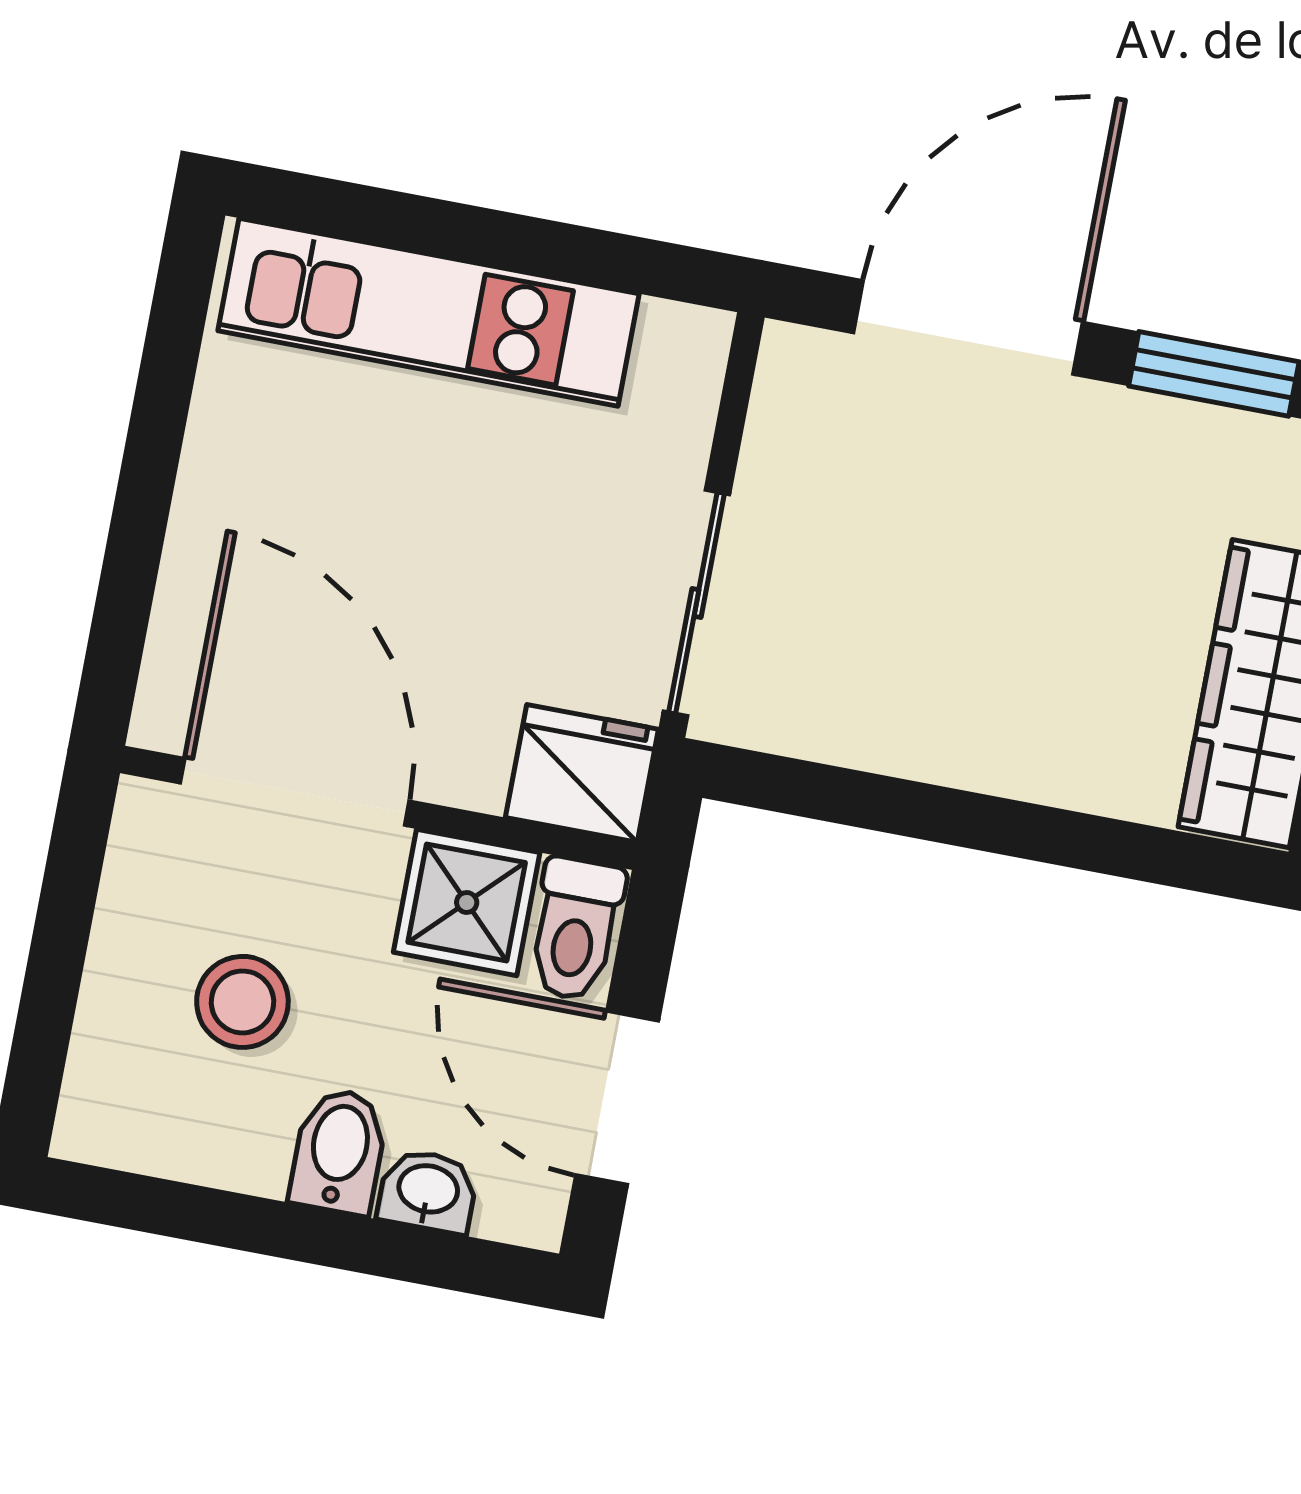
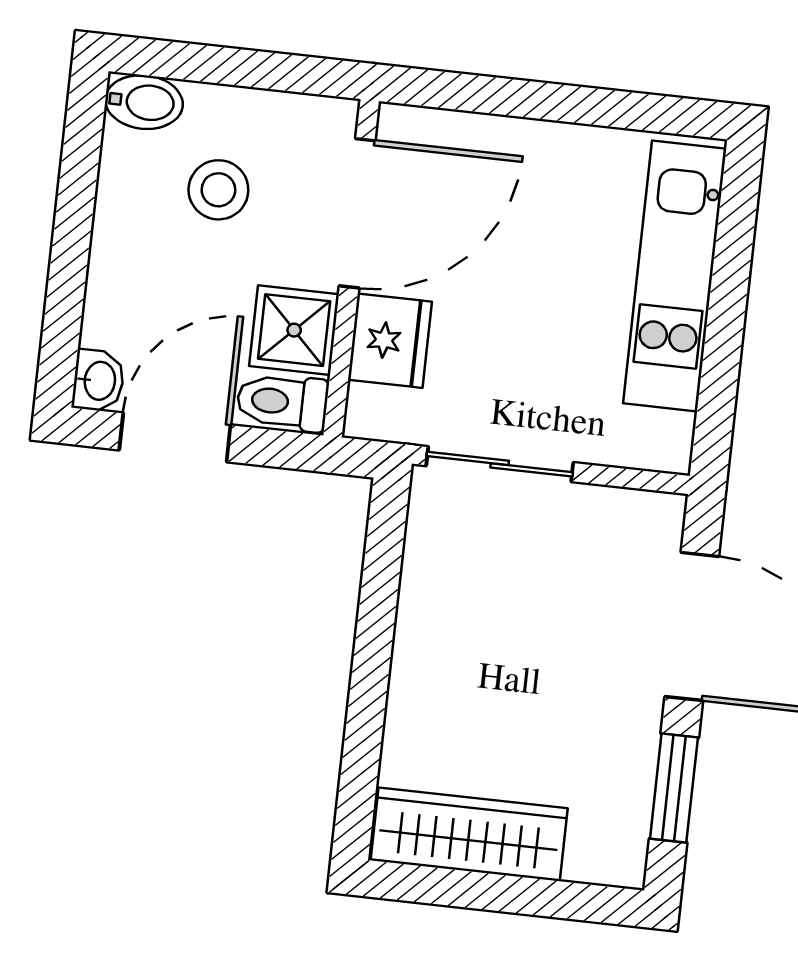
fridge: (582, 773) -> (390, 341), moved
bidet: (339, 1151) -> (144, 102), moved
washbasin: (428, 1191) -> (98, 381), moved

